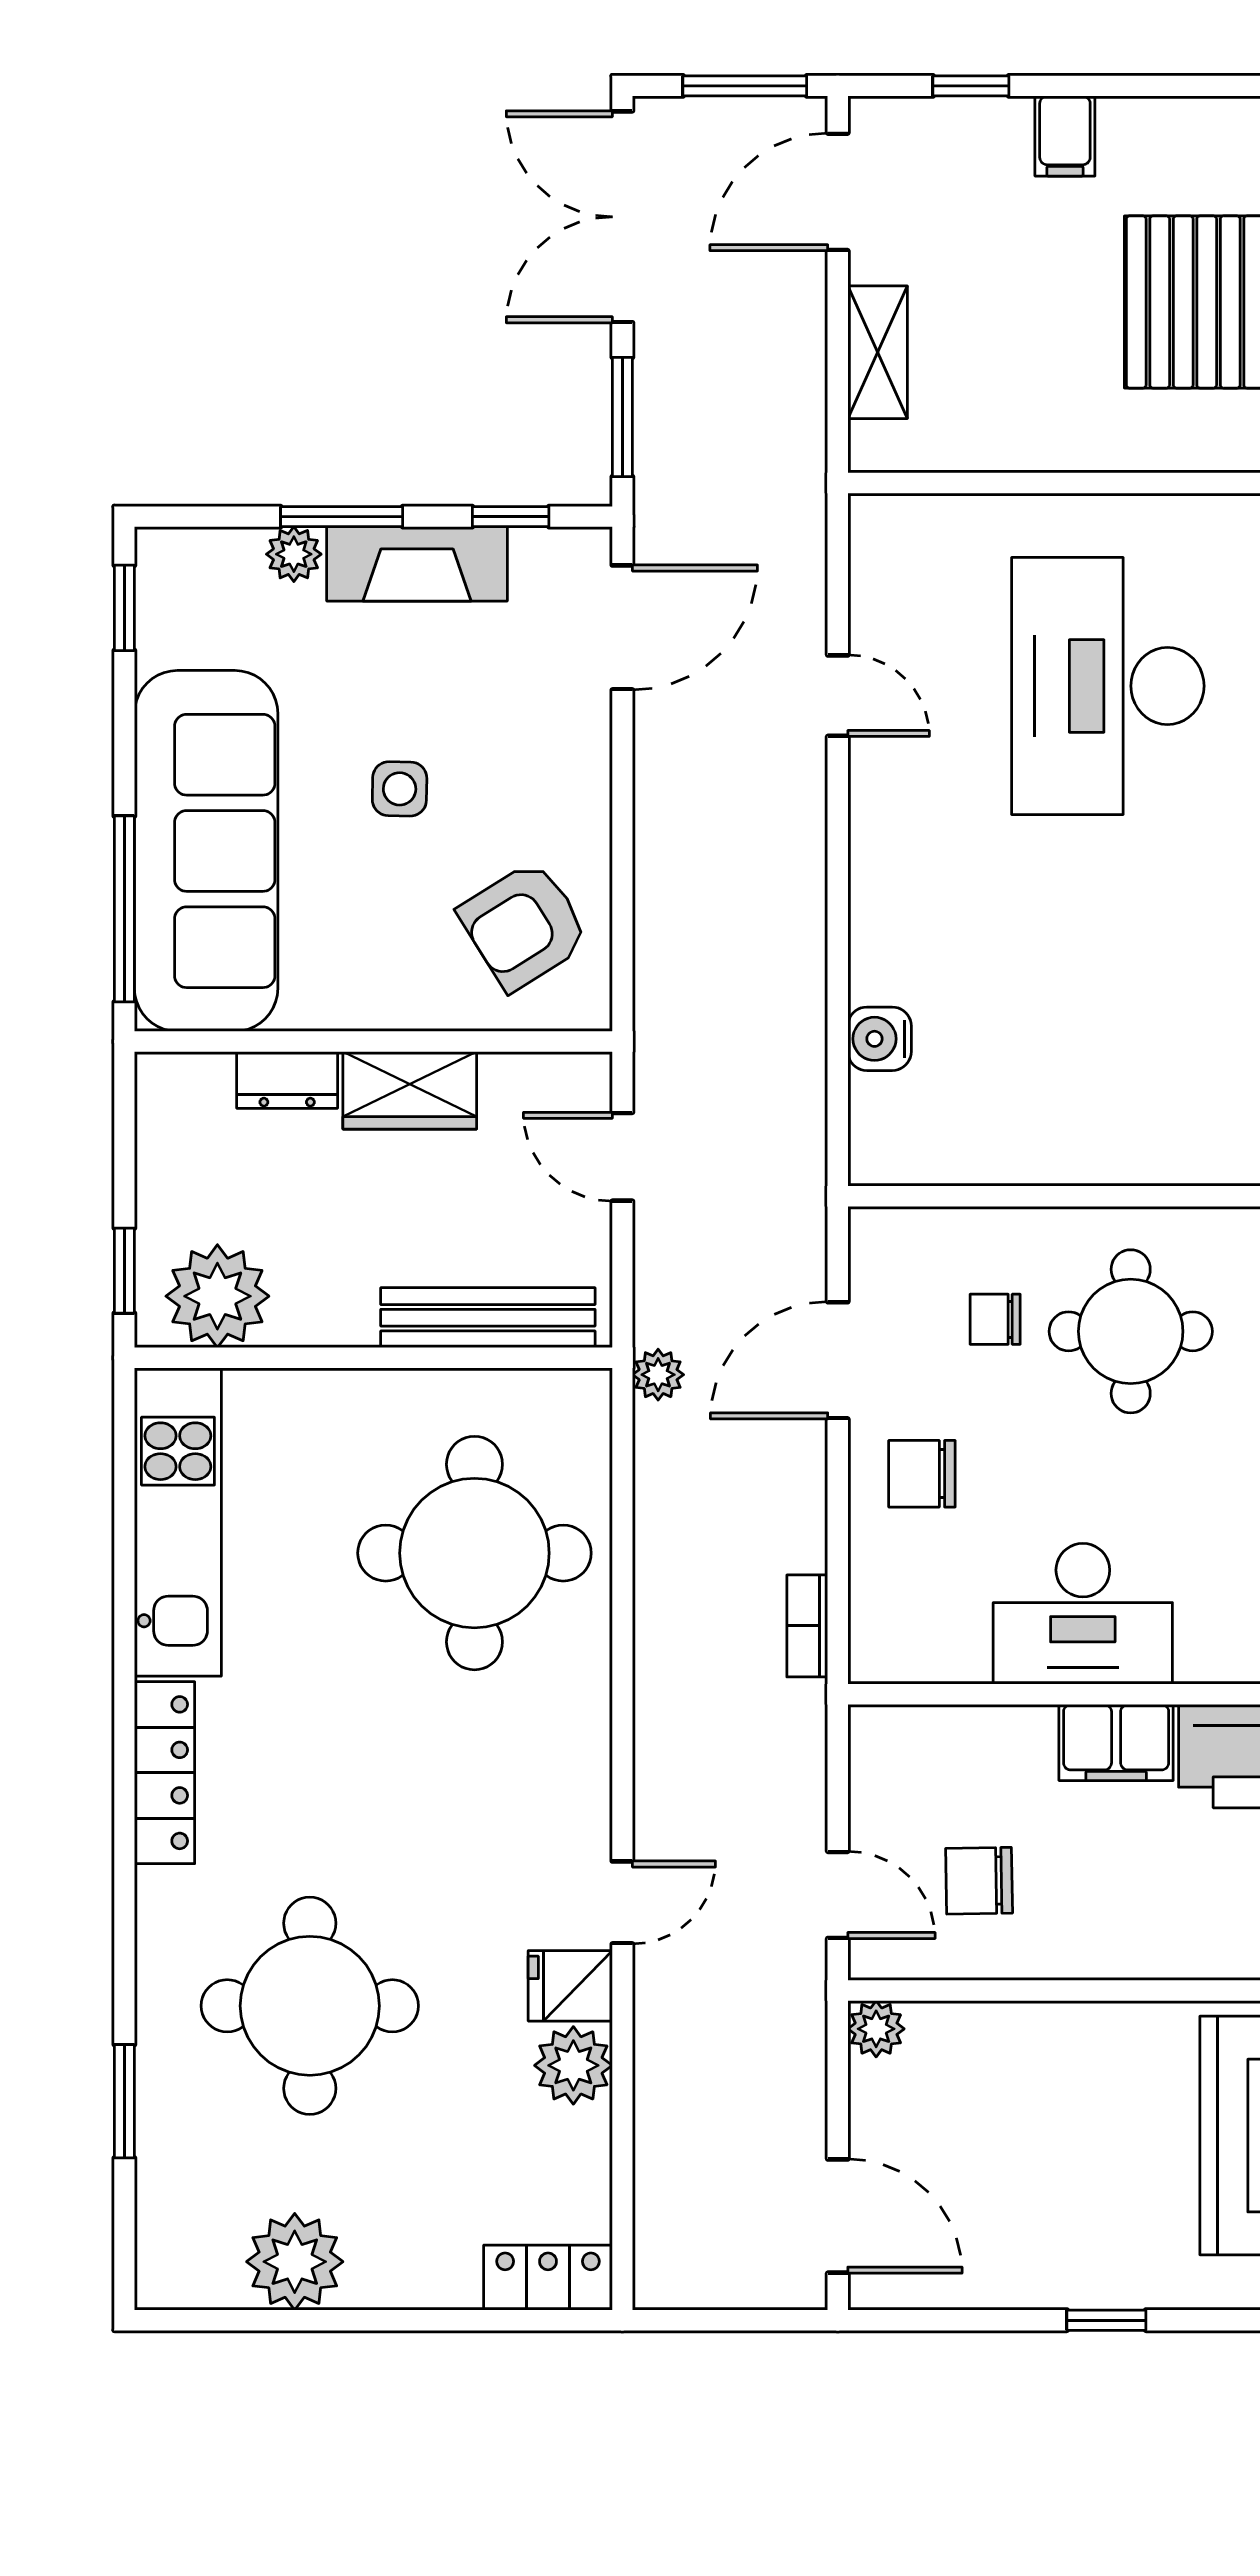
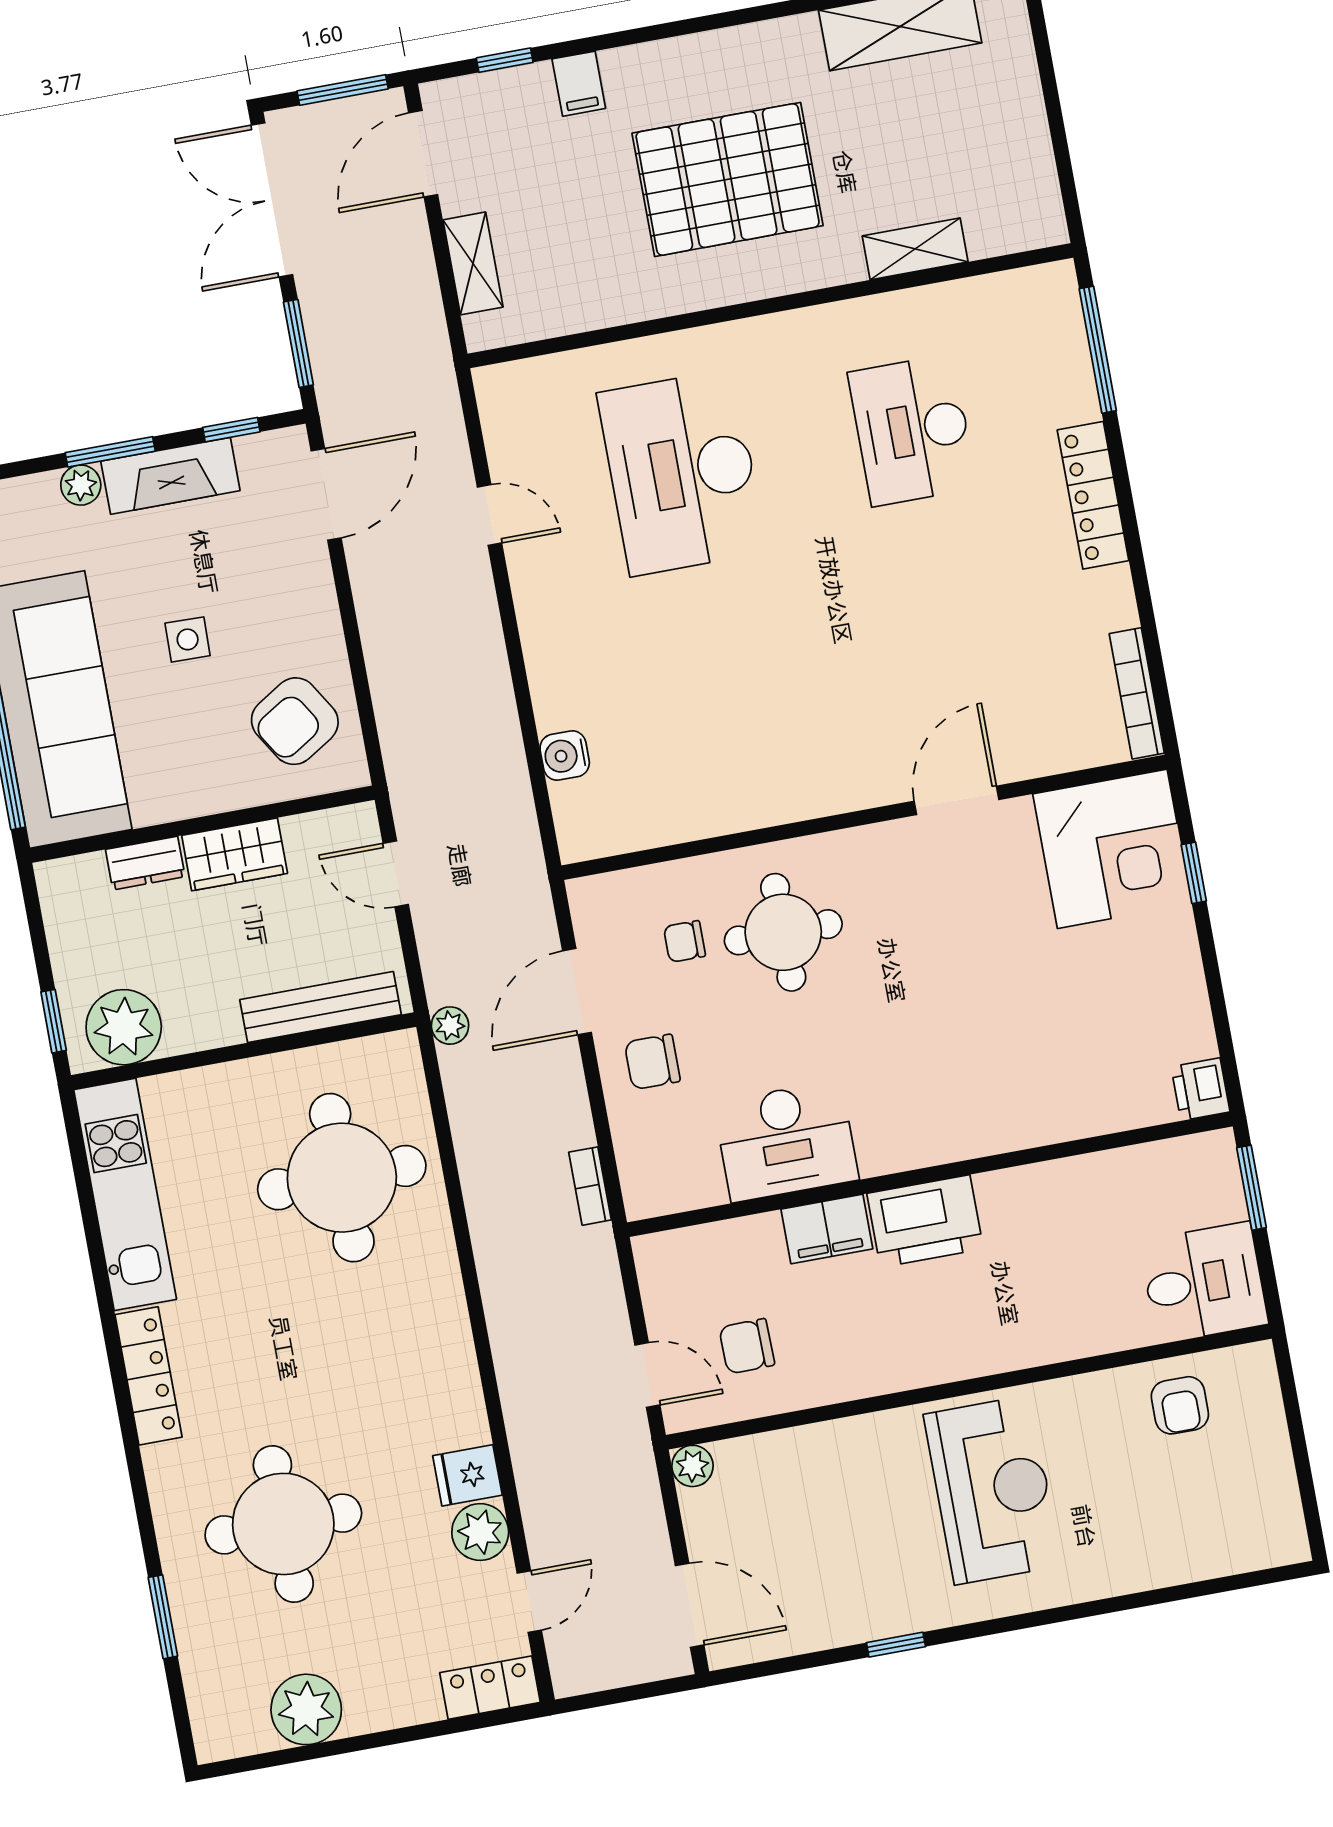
door: (622, 1902) -> (529, 1602), moved

